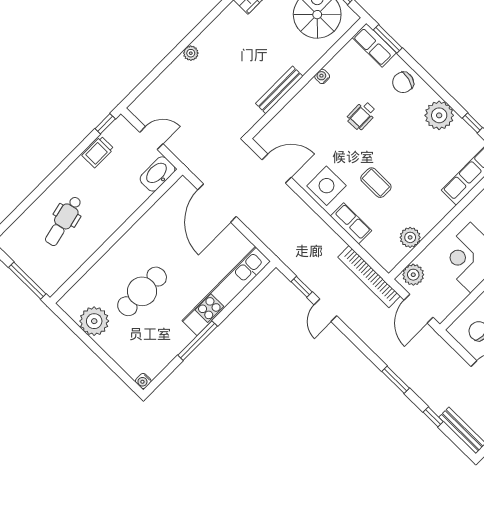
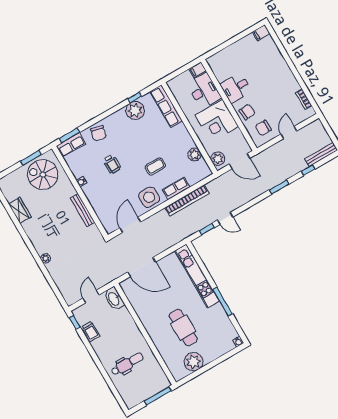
plant: (439, 115) -> (135, 110), moved
dental chair: (63, 221) -> (127, 364), turned -77
bookcase: (369, 277) -> (187, 201), moved

